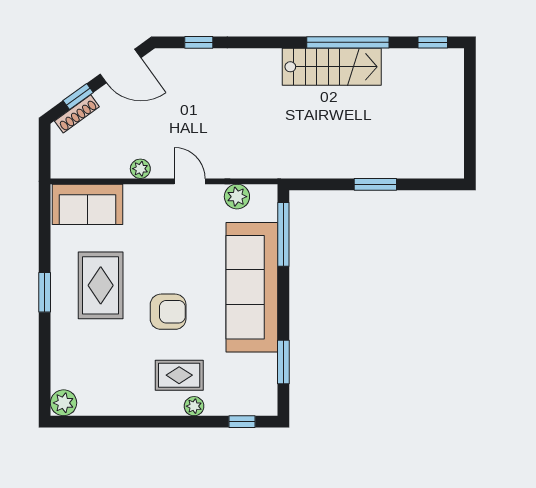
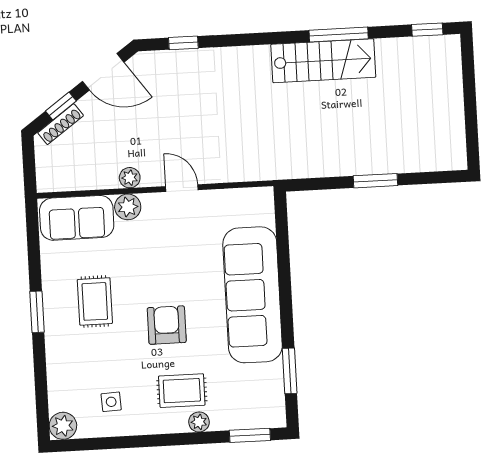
window: (348, 42) -> (339, 34), width x0.68
plant: (237, 197) -> (128, 207), moved
window: (283, 234) -> (282, 238), removed
rug: (101, 285) -> (95, 301), width x0.73, depth x0.70
armchair: (168, 312) -> (167, 325), turned -90
side table: (111, 382) -> (111, 402), added
window: (242, 422) -> (250, 435), width x1.50

